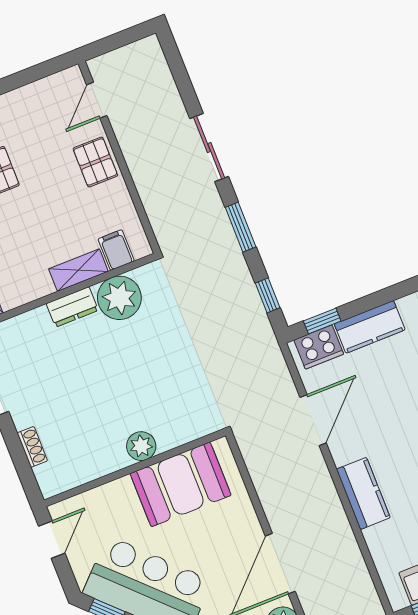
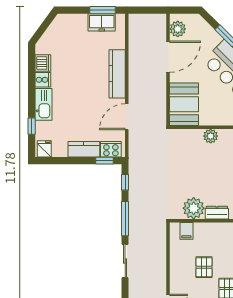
pallet: (95, 162) -> (204, 267), moved
window: (241, 227) -> (125, 219), width x1.44
shelving: (78, 270) -> (207, 228), removed
booth: (181, 484) -> (184, 104), moved, turned 90
kitchen counter: (363, 493) -> (117, 74), width x1.50

